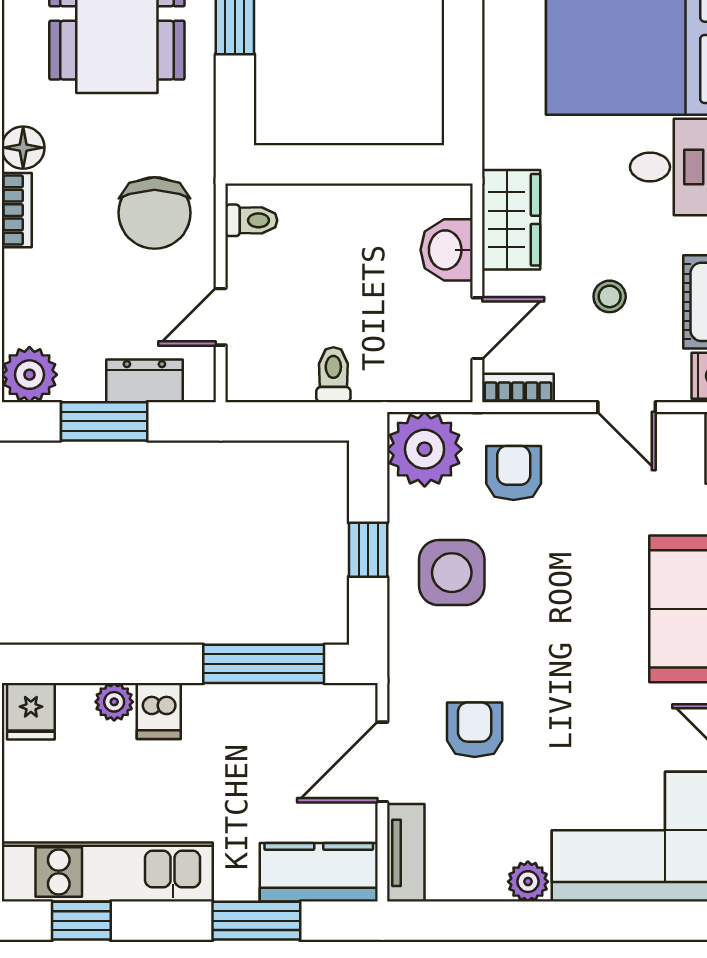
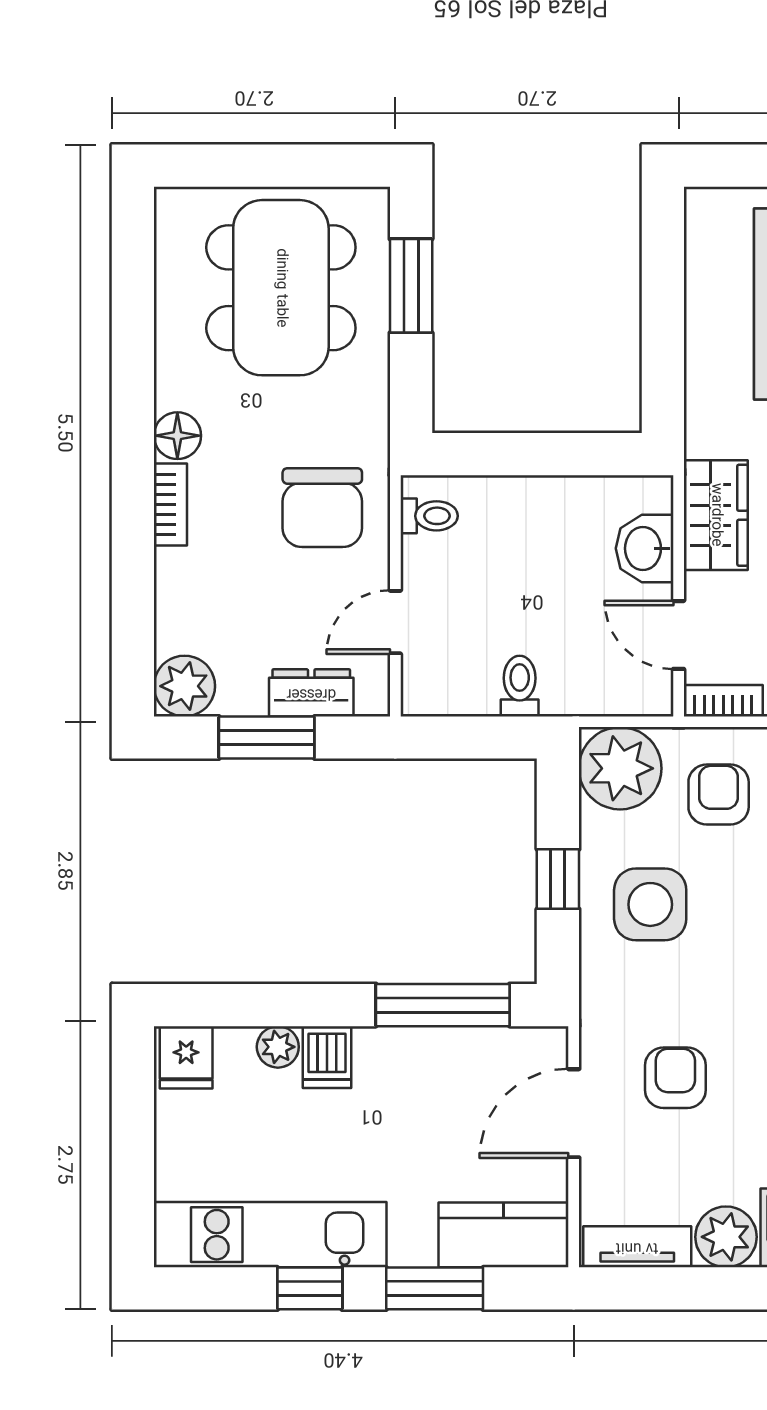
door: (477, 328) -> (679, 635), swing flipped
tv unit: (406, 853) -> (637, 1247), moved, turned -90
plant: (528, 882) -> (726, 1237), width x1.38, depth x1.38
window: (81, 921) -> (310, 1288), moved

